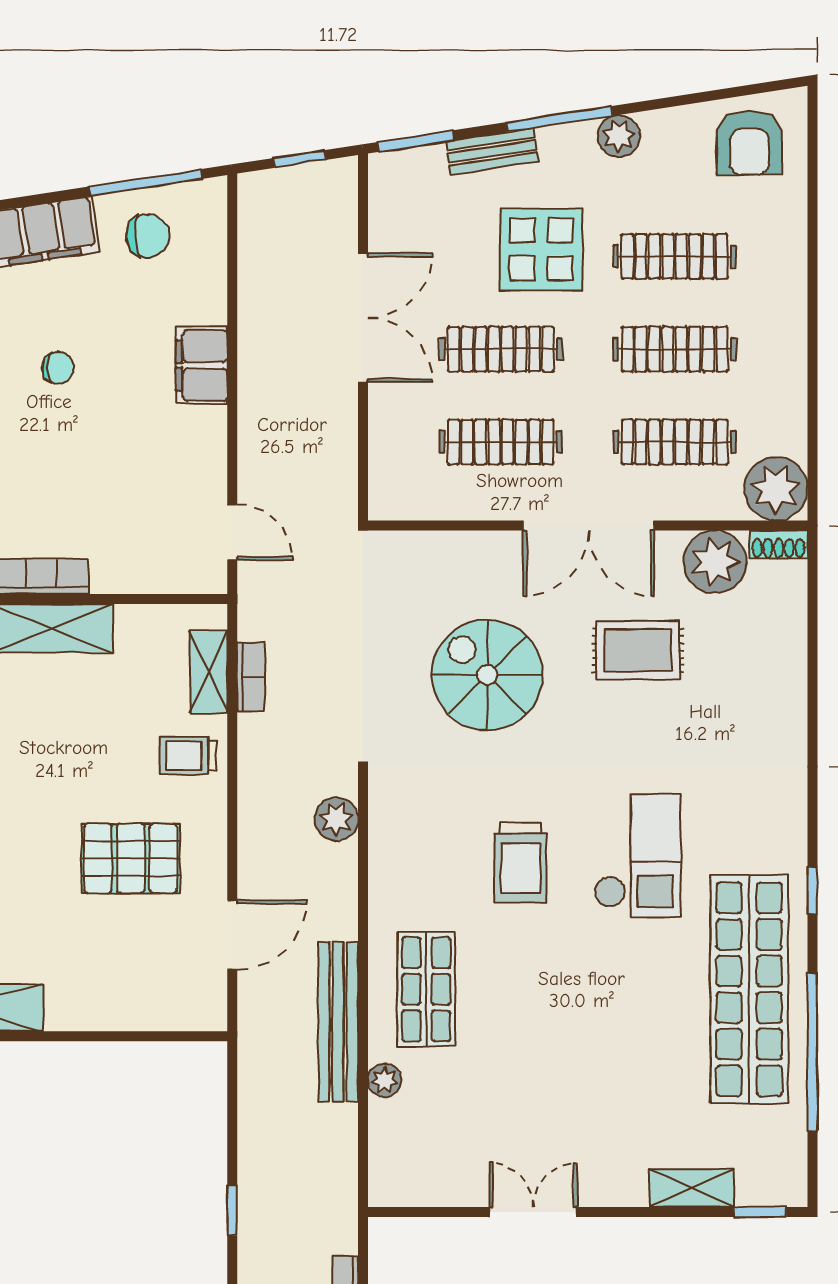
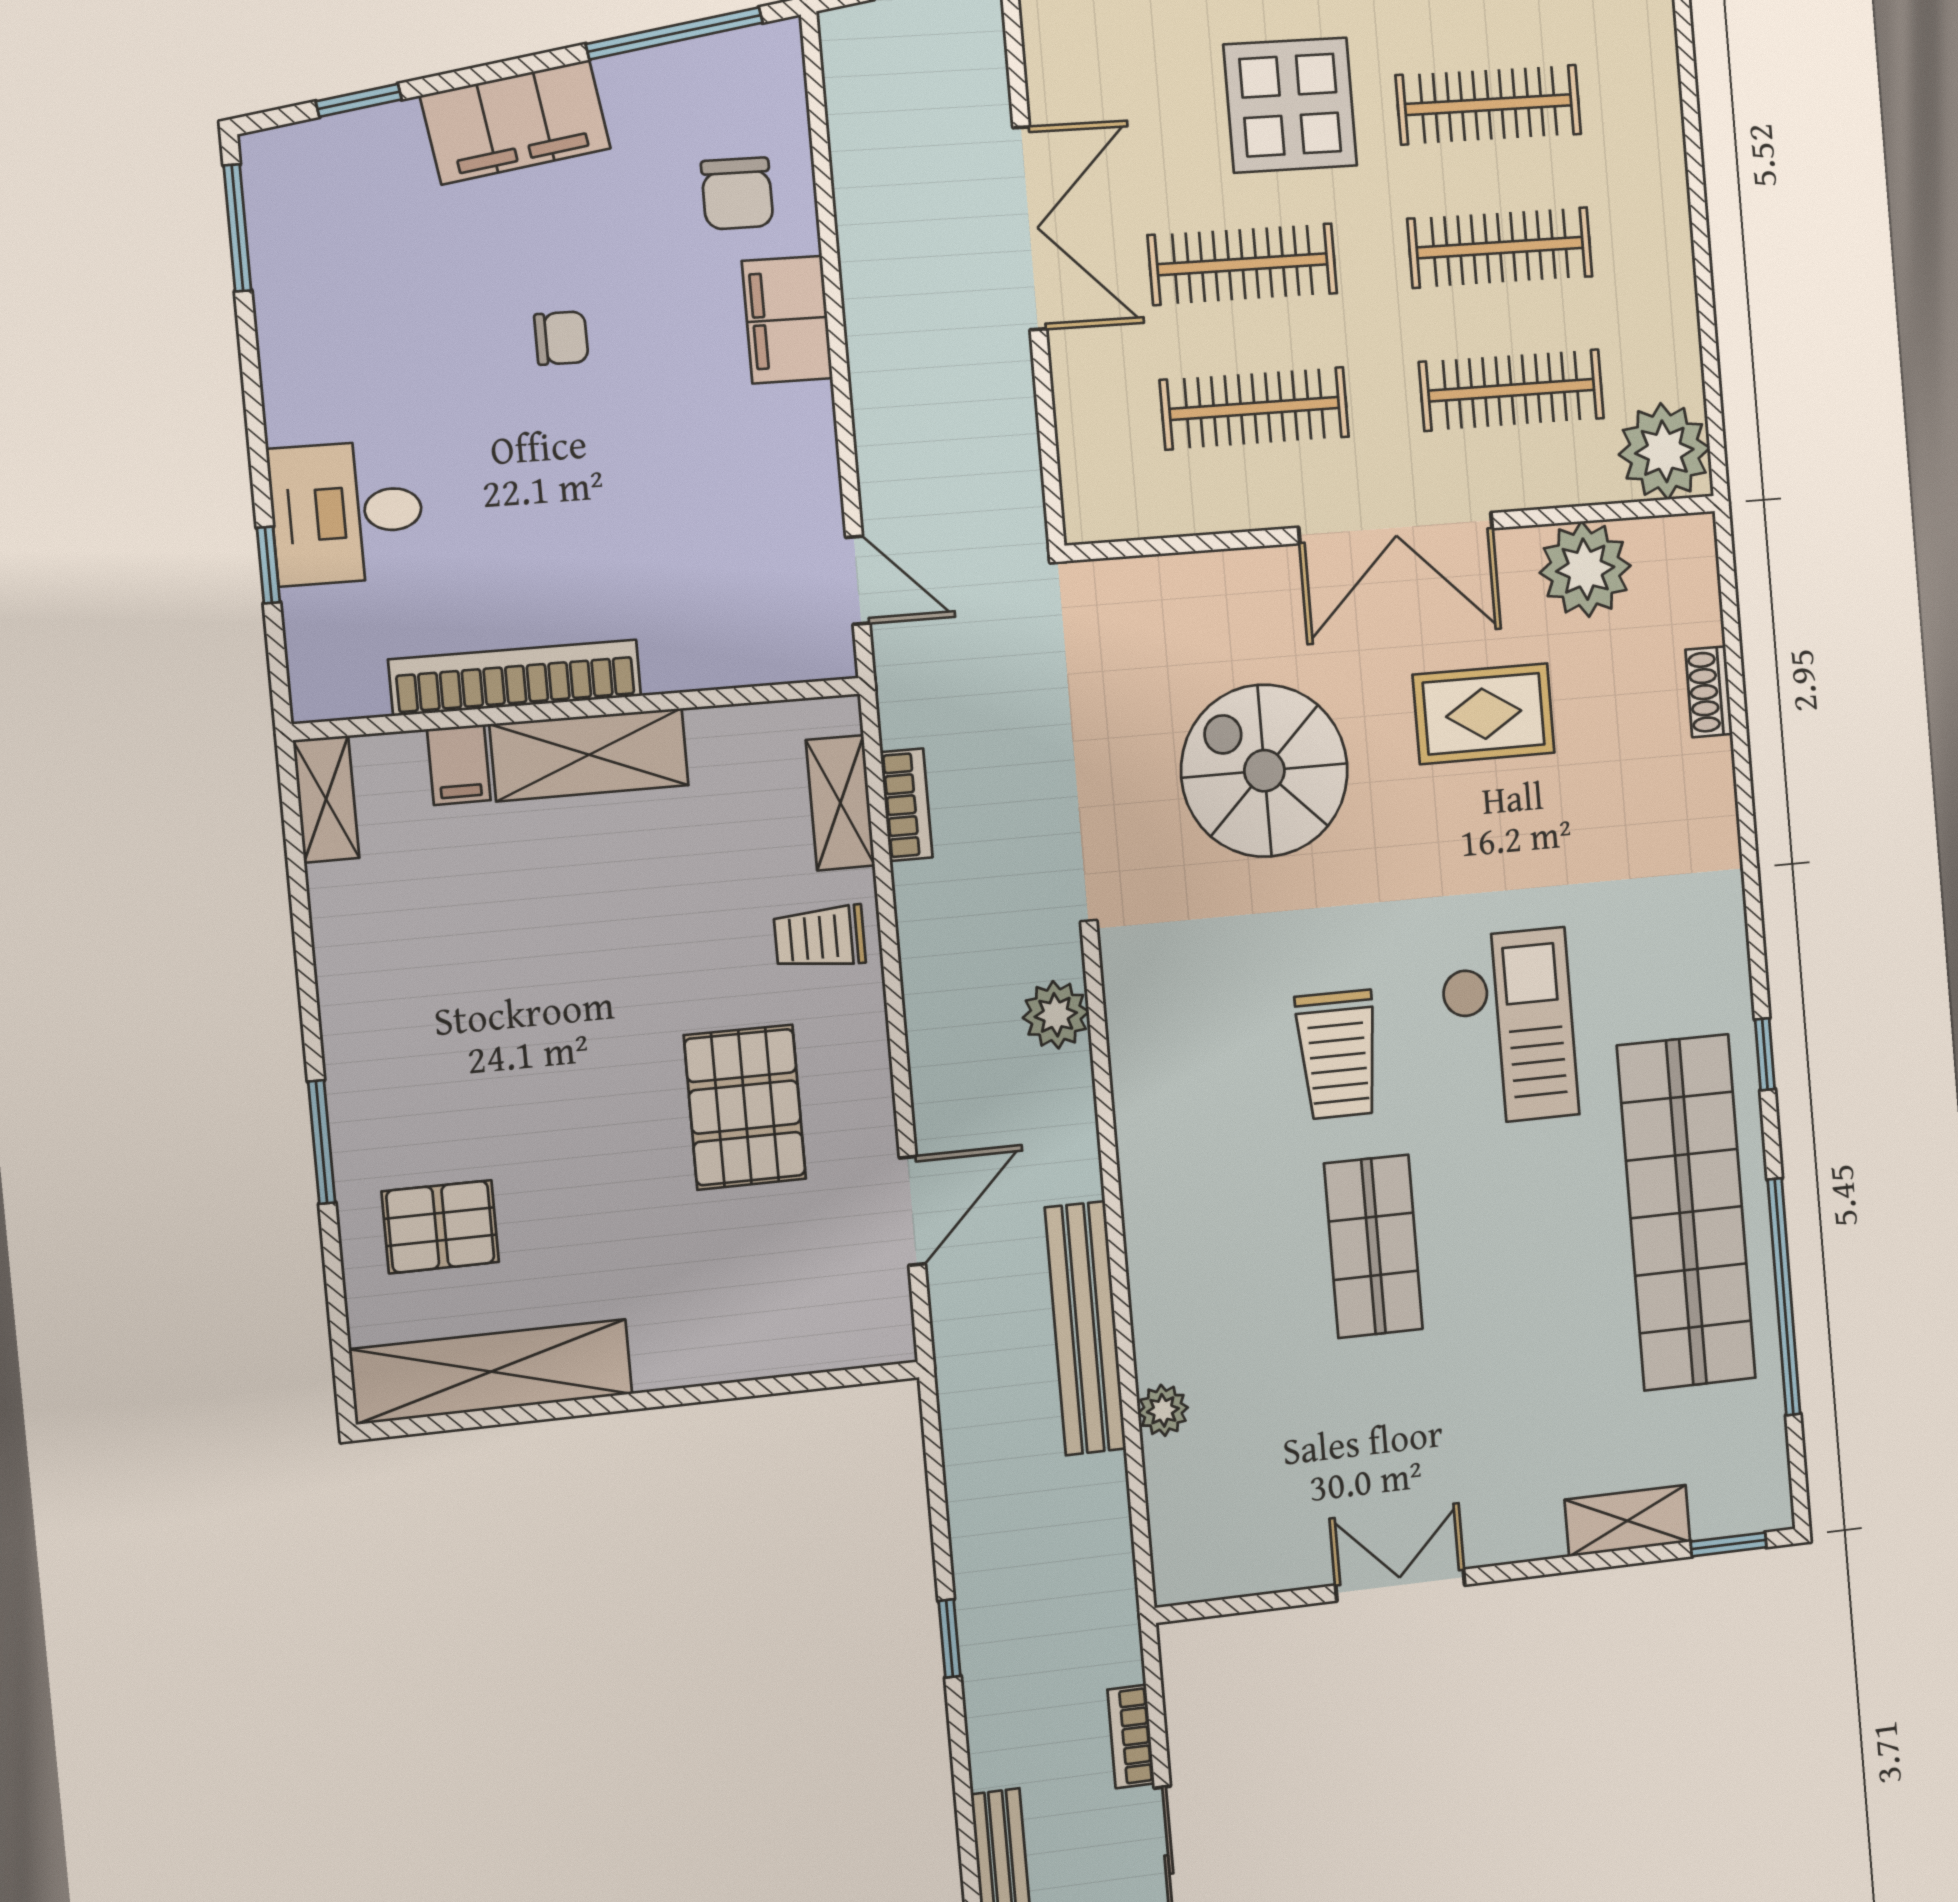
chair: (148, 236) -> (737, 194), moved, turned 93
shoe rack: (779, 544) -> (1709, 692), moved, turned 90
pallet: (131, 858) -> (745, 1107), turned 90
shop shelf: (426, 989) -> (1373, 1246), moved

